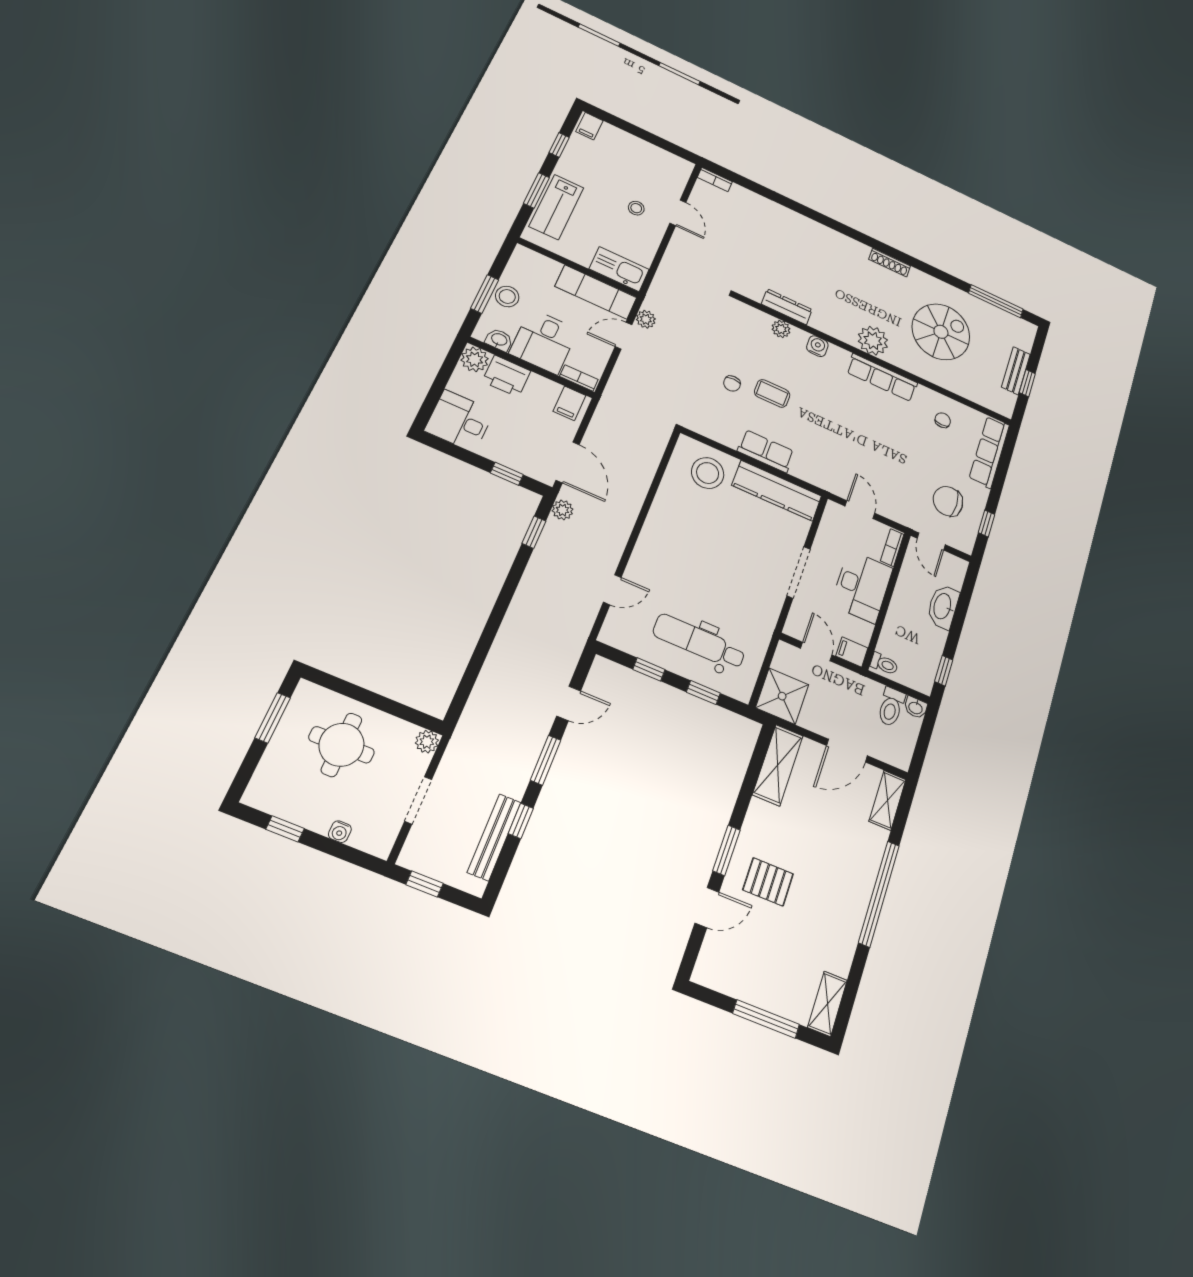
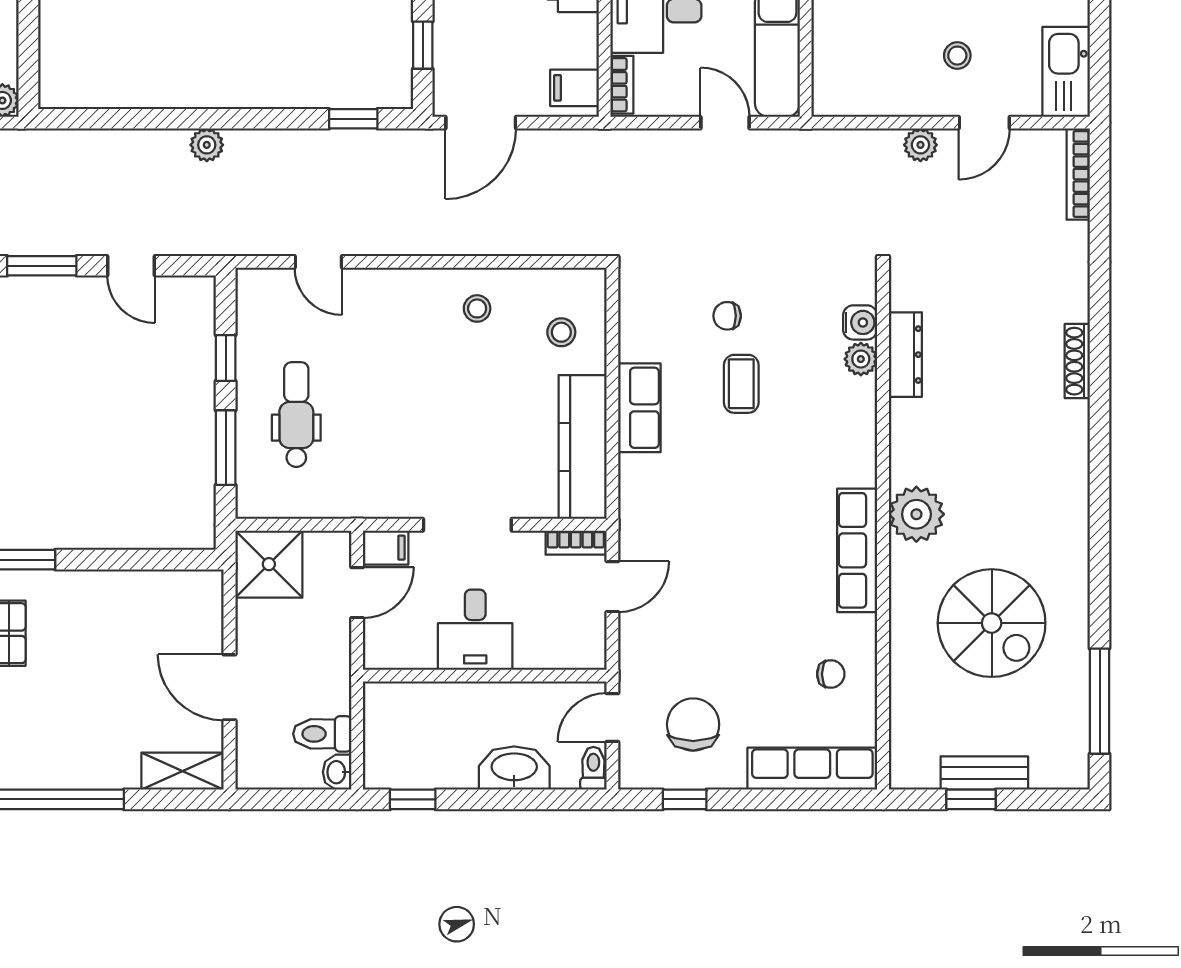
bookcase: (715, 180) -> (1078, 174), width x1.56
shoe rack: (890, 263) -> (1077, 361), moved
kitchen sink: (619, 269) -> (1066, 72), moved, turned 180
plant: (646, 319) -> (920, 145), moved
water cooler: (817, 346) -> (860, 322), moved
stool: (708, 473) -> (561, 332), width x0.53, depth x0.53
plant: (563, 510) -> (207, 145), moved
stool: (676, 512) -> (477, 308), added
bookcase: (892, 548) -> (576, 543), moved, turned 180
desk: (862, 586) -> (475, 630), width x0.73
dental chair: (699, 642) -> (296, 415), width x0.73, depth x0.72
filing cabinet: (852, 652) -> (386, 548), moved, turned 90
toilet: (884, 664) -> (593, 768), moved, turned 180
window: (703, 693) -> (226, 448), width x1.50
shelving: (778, 765) -> (167, 592), removed

